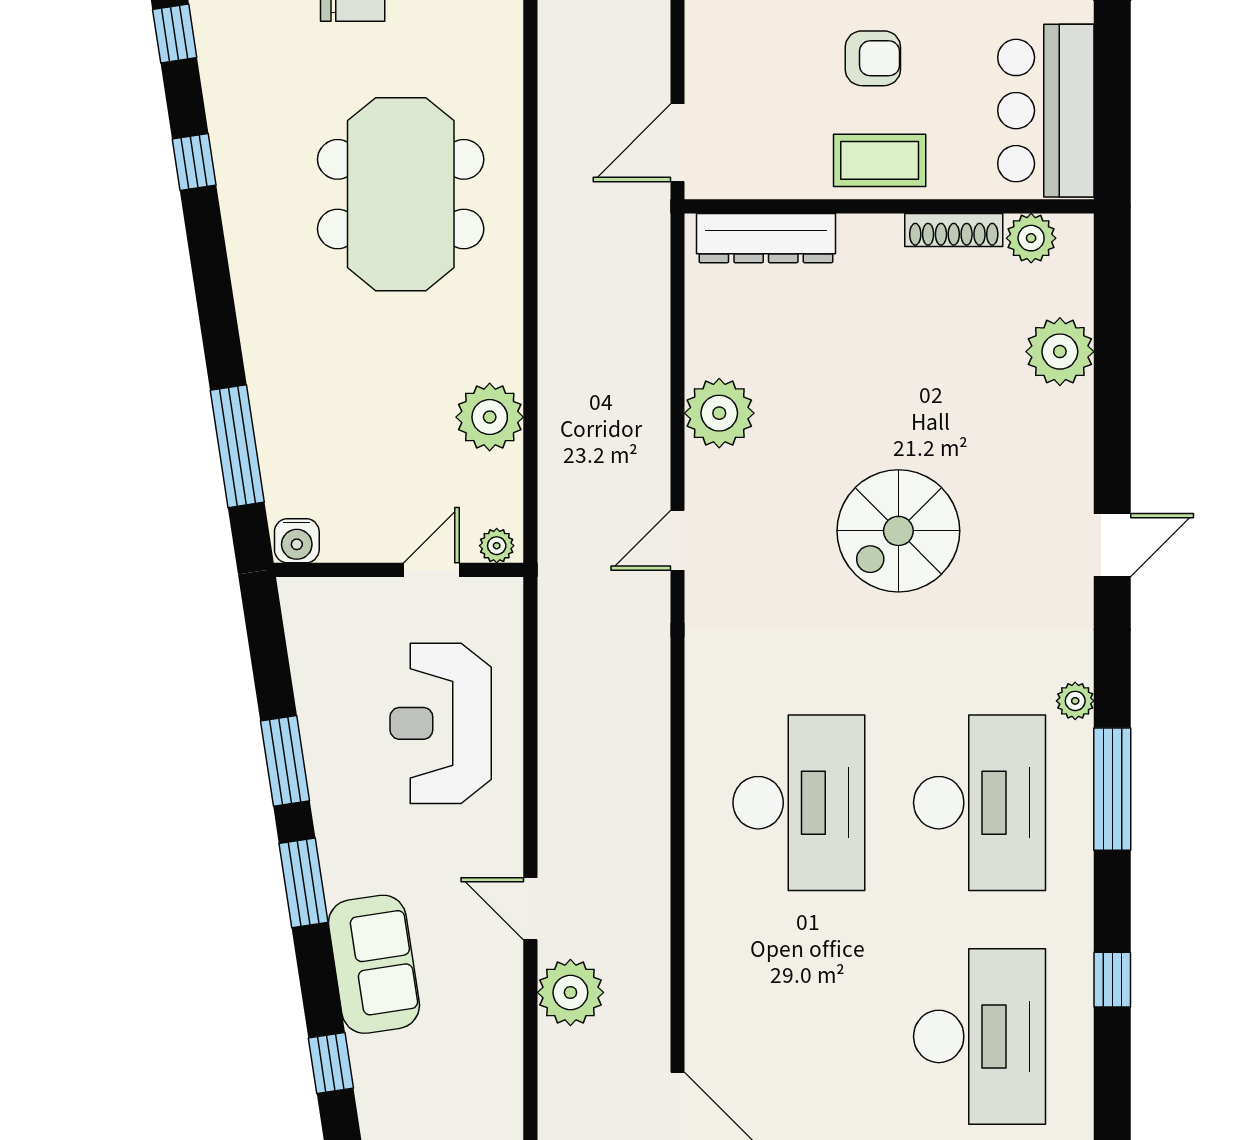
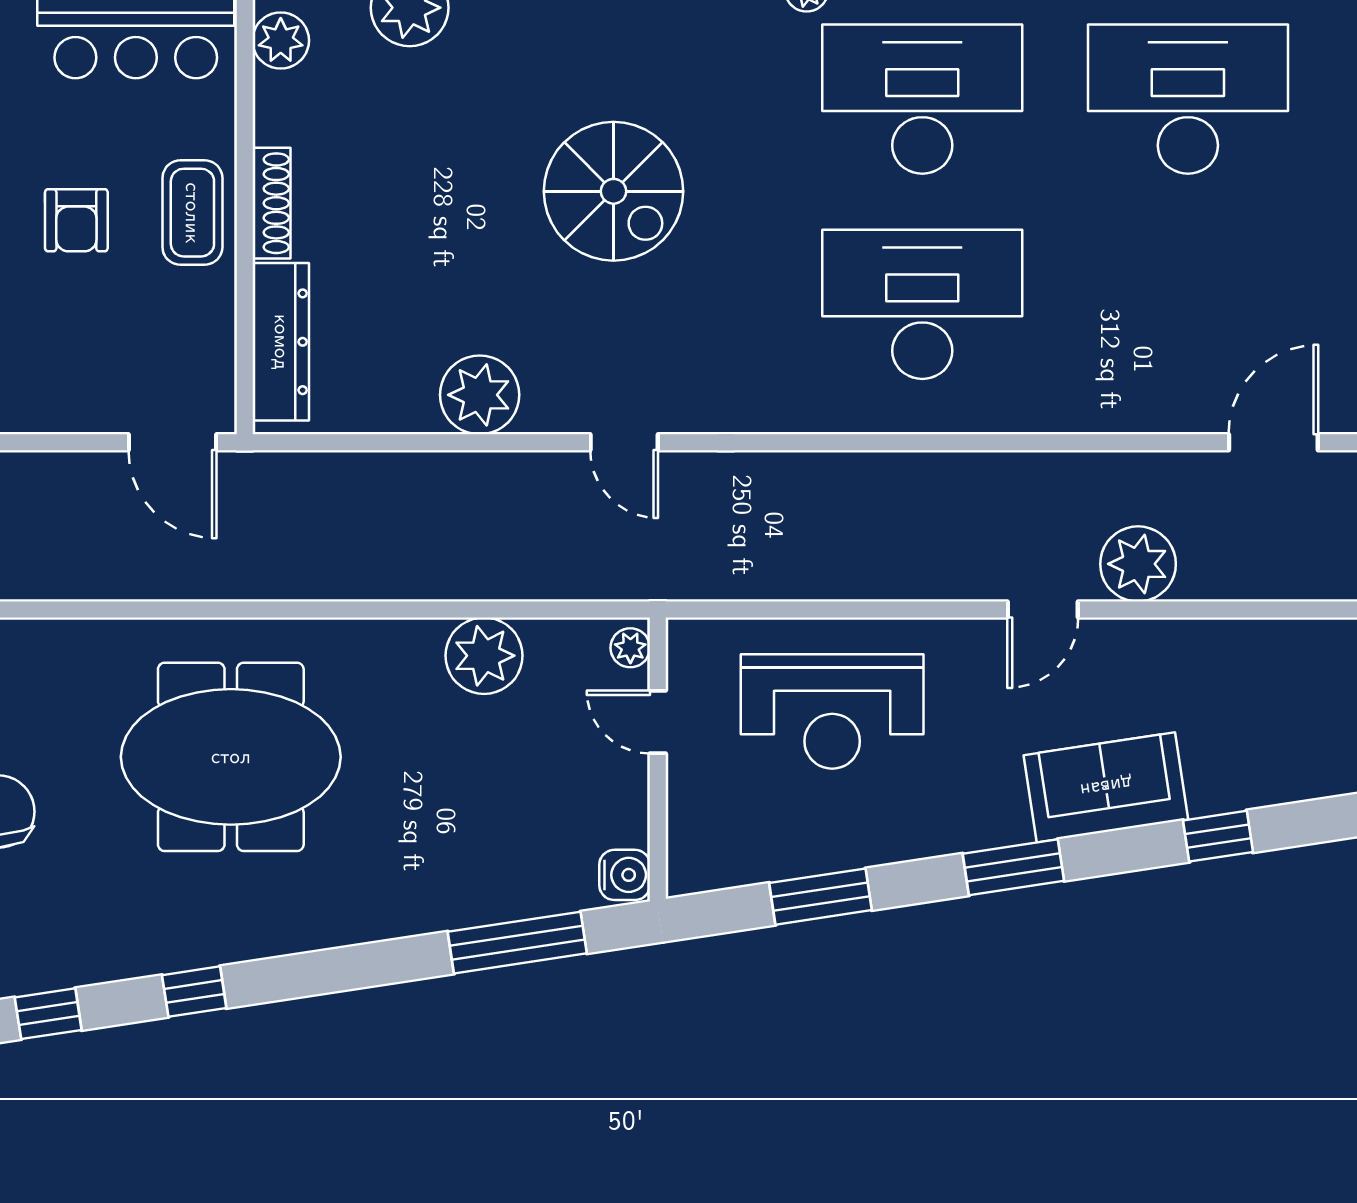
armchair: (873, 58) -> (76, 220), turned 180
shoe rack: (954, 230) -> (271, 203), moved
window: (285, 761) -> (821, 897), moved

